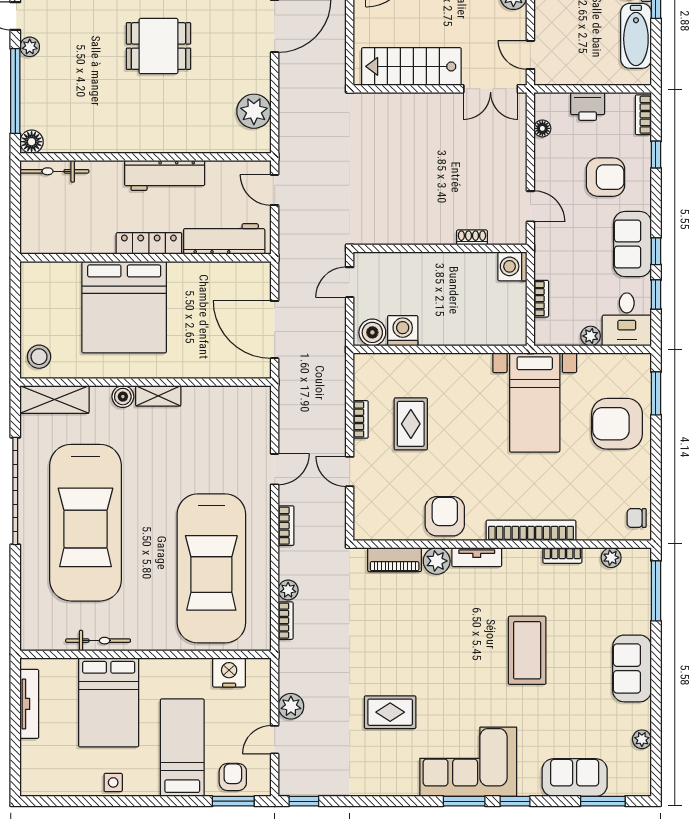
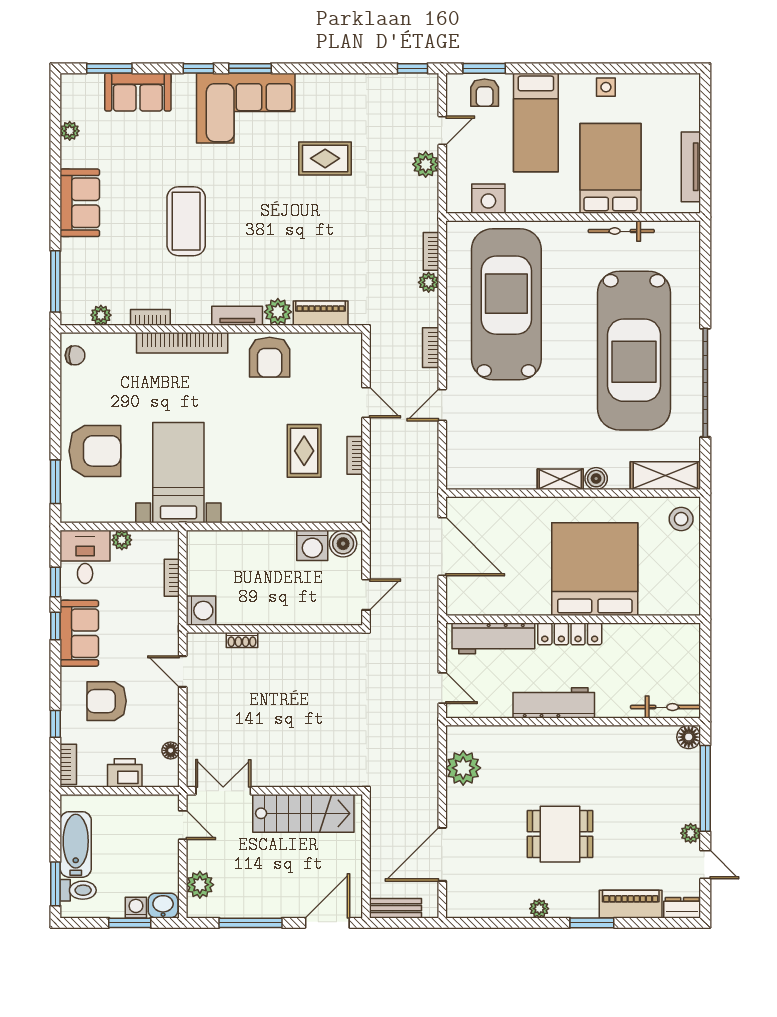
car: (86, 523) -> (634, 351), turned 180

